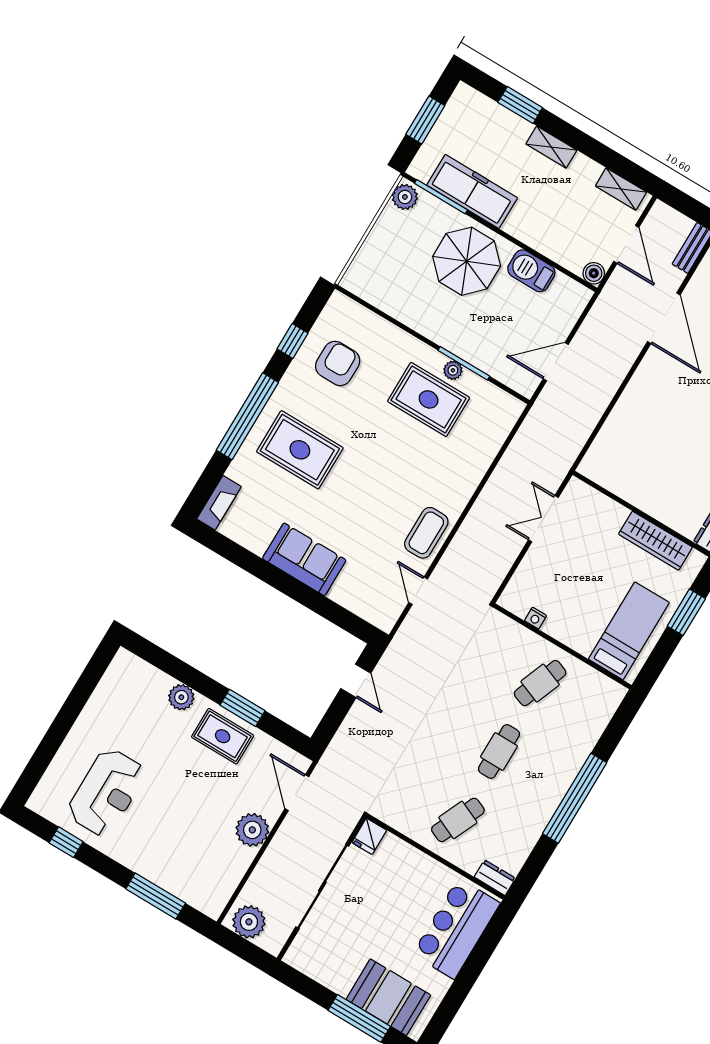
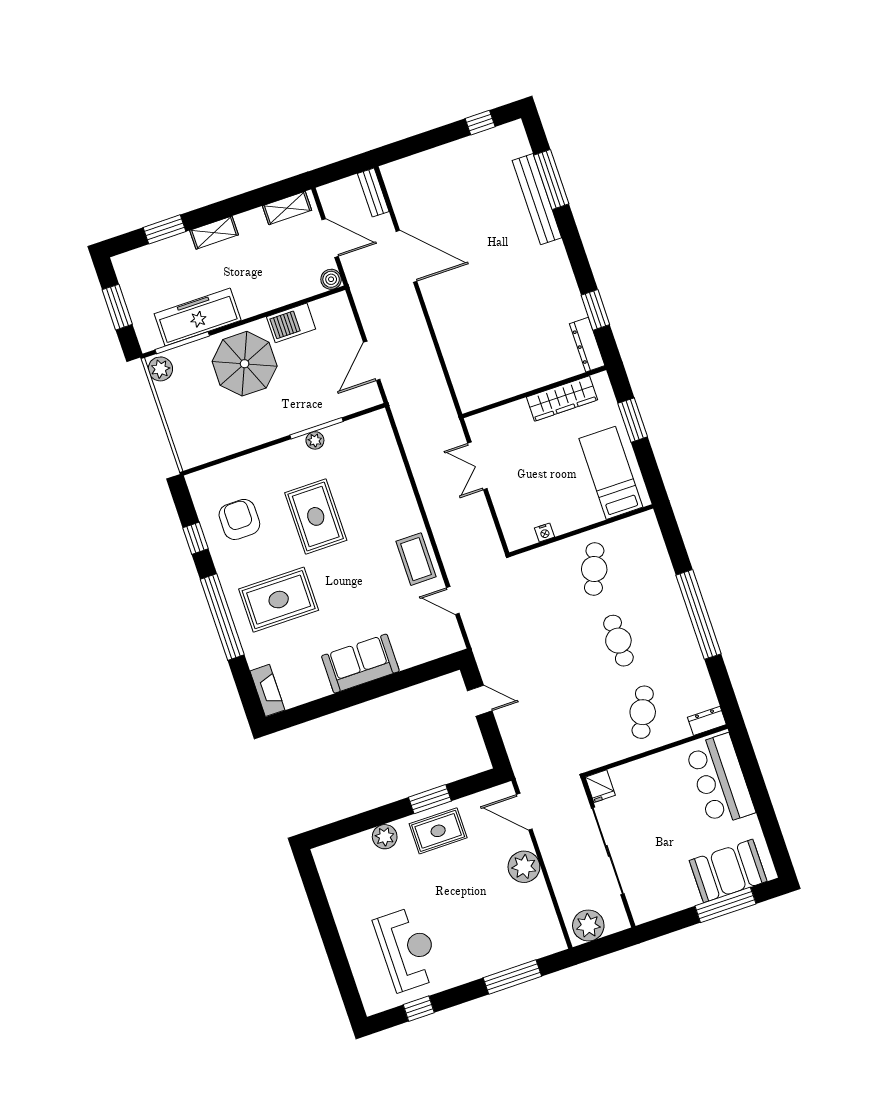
rug: (429, 399) -> (316, 516), moved, turned 90

